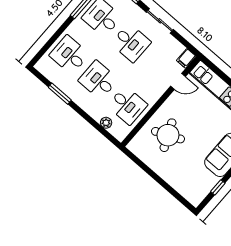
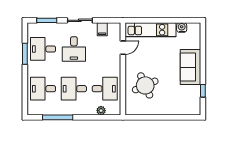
desk: (131, 43) -> (74, 49), turned 90
filing cabinet: (186, 58) -> (102, 29), moved
window: (60, 94) -> (58, 117), width x1.44

